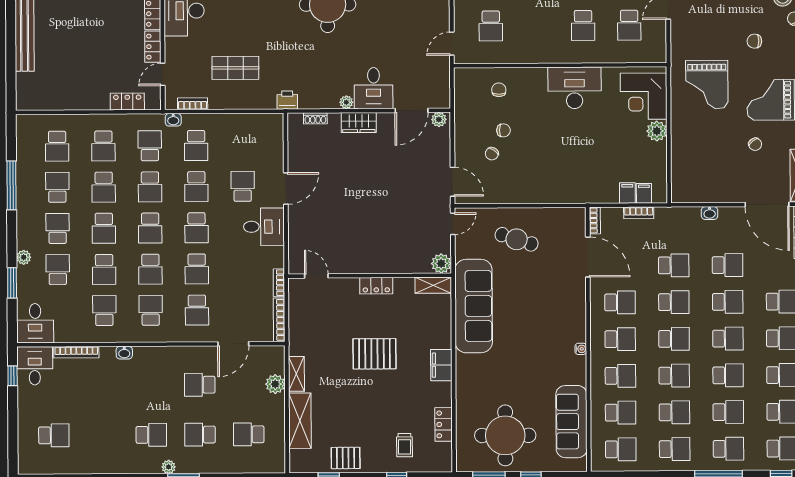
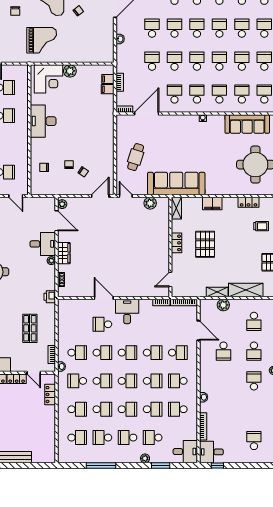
door: (316, 276) -> (170, 279), moved
wall: (370, 276) -> (170, 247), moved
shelving: (433, 285) -> (176, 208), moved
locker: (376, 286) -> (177, 243), moved

